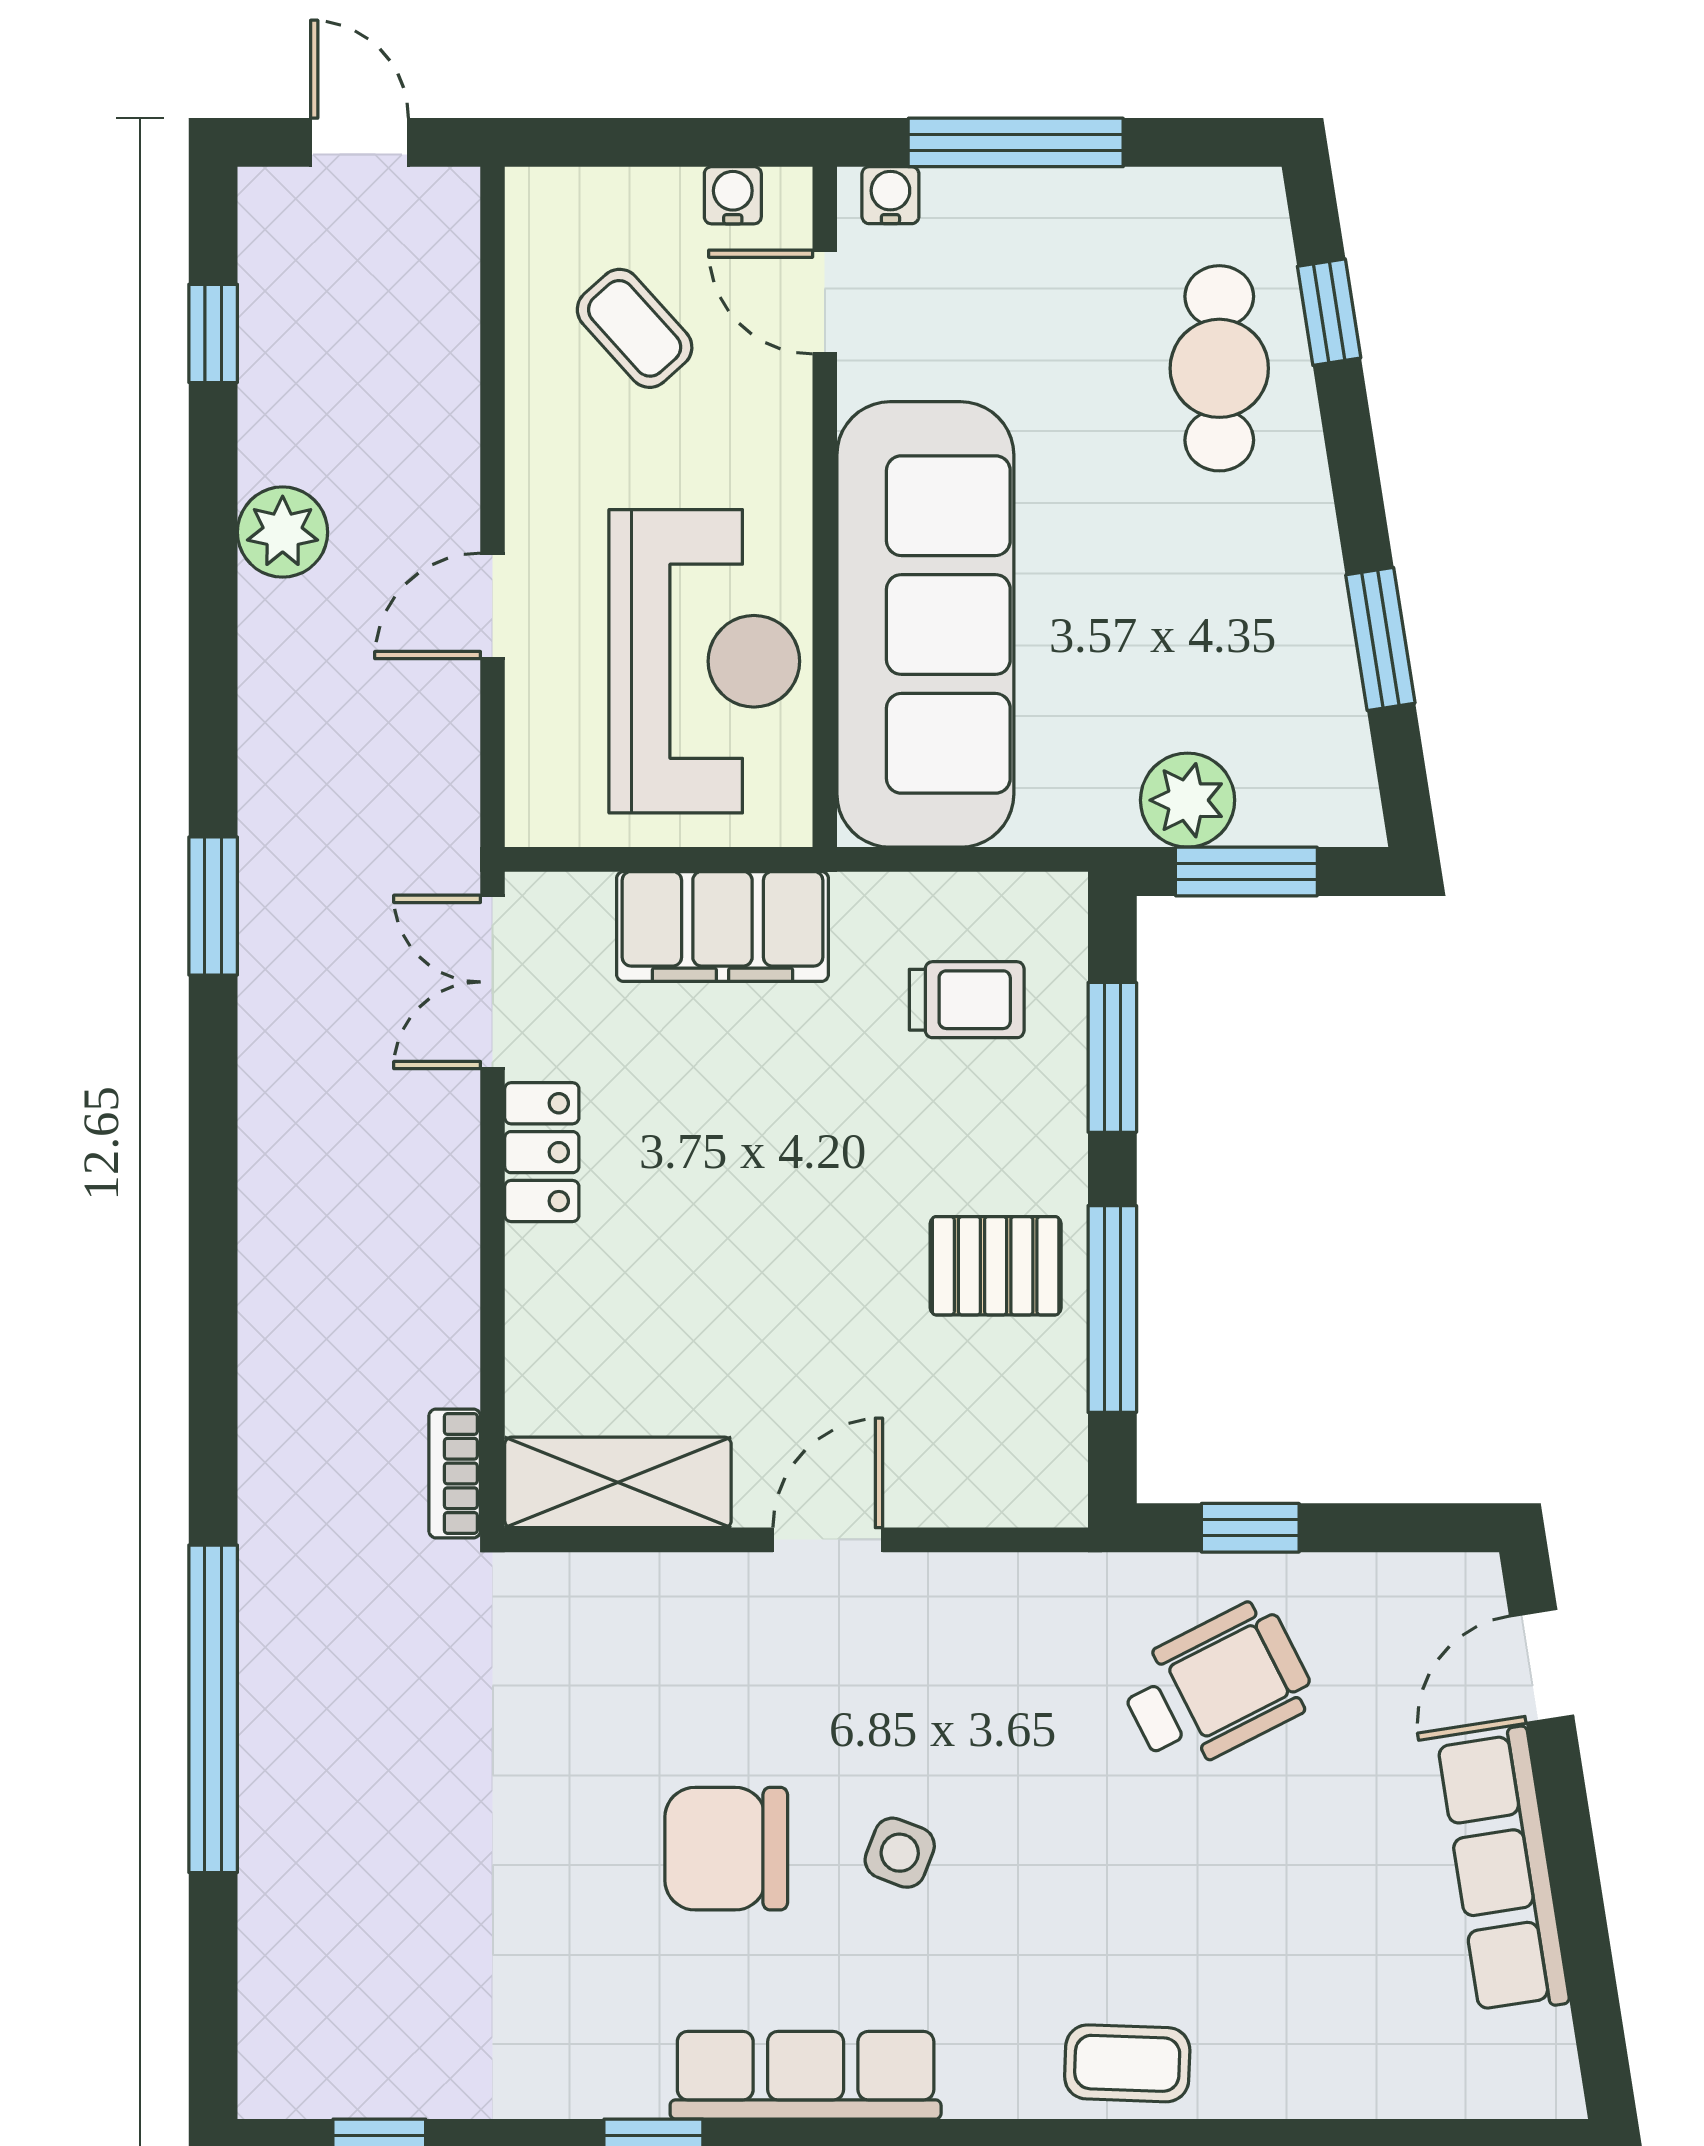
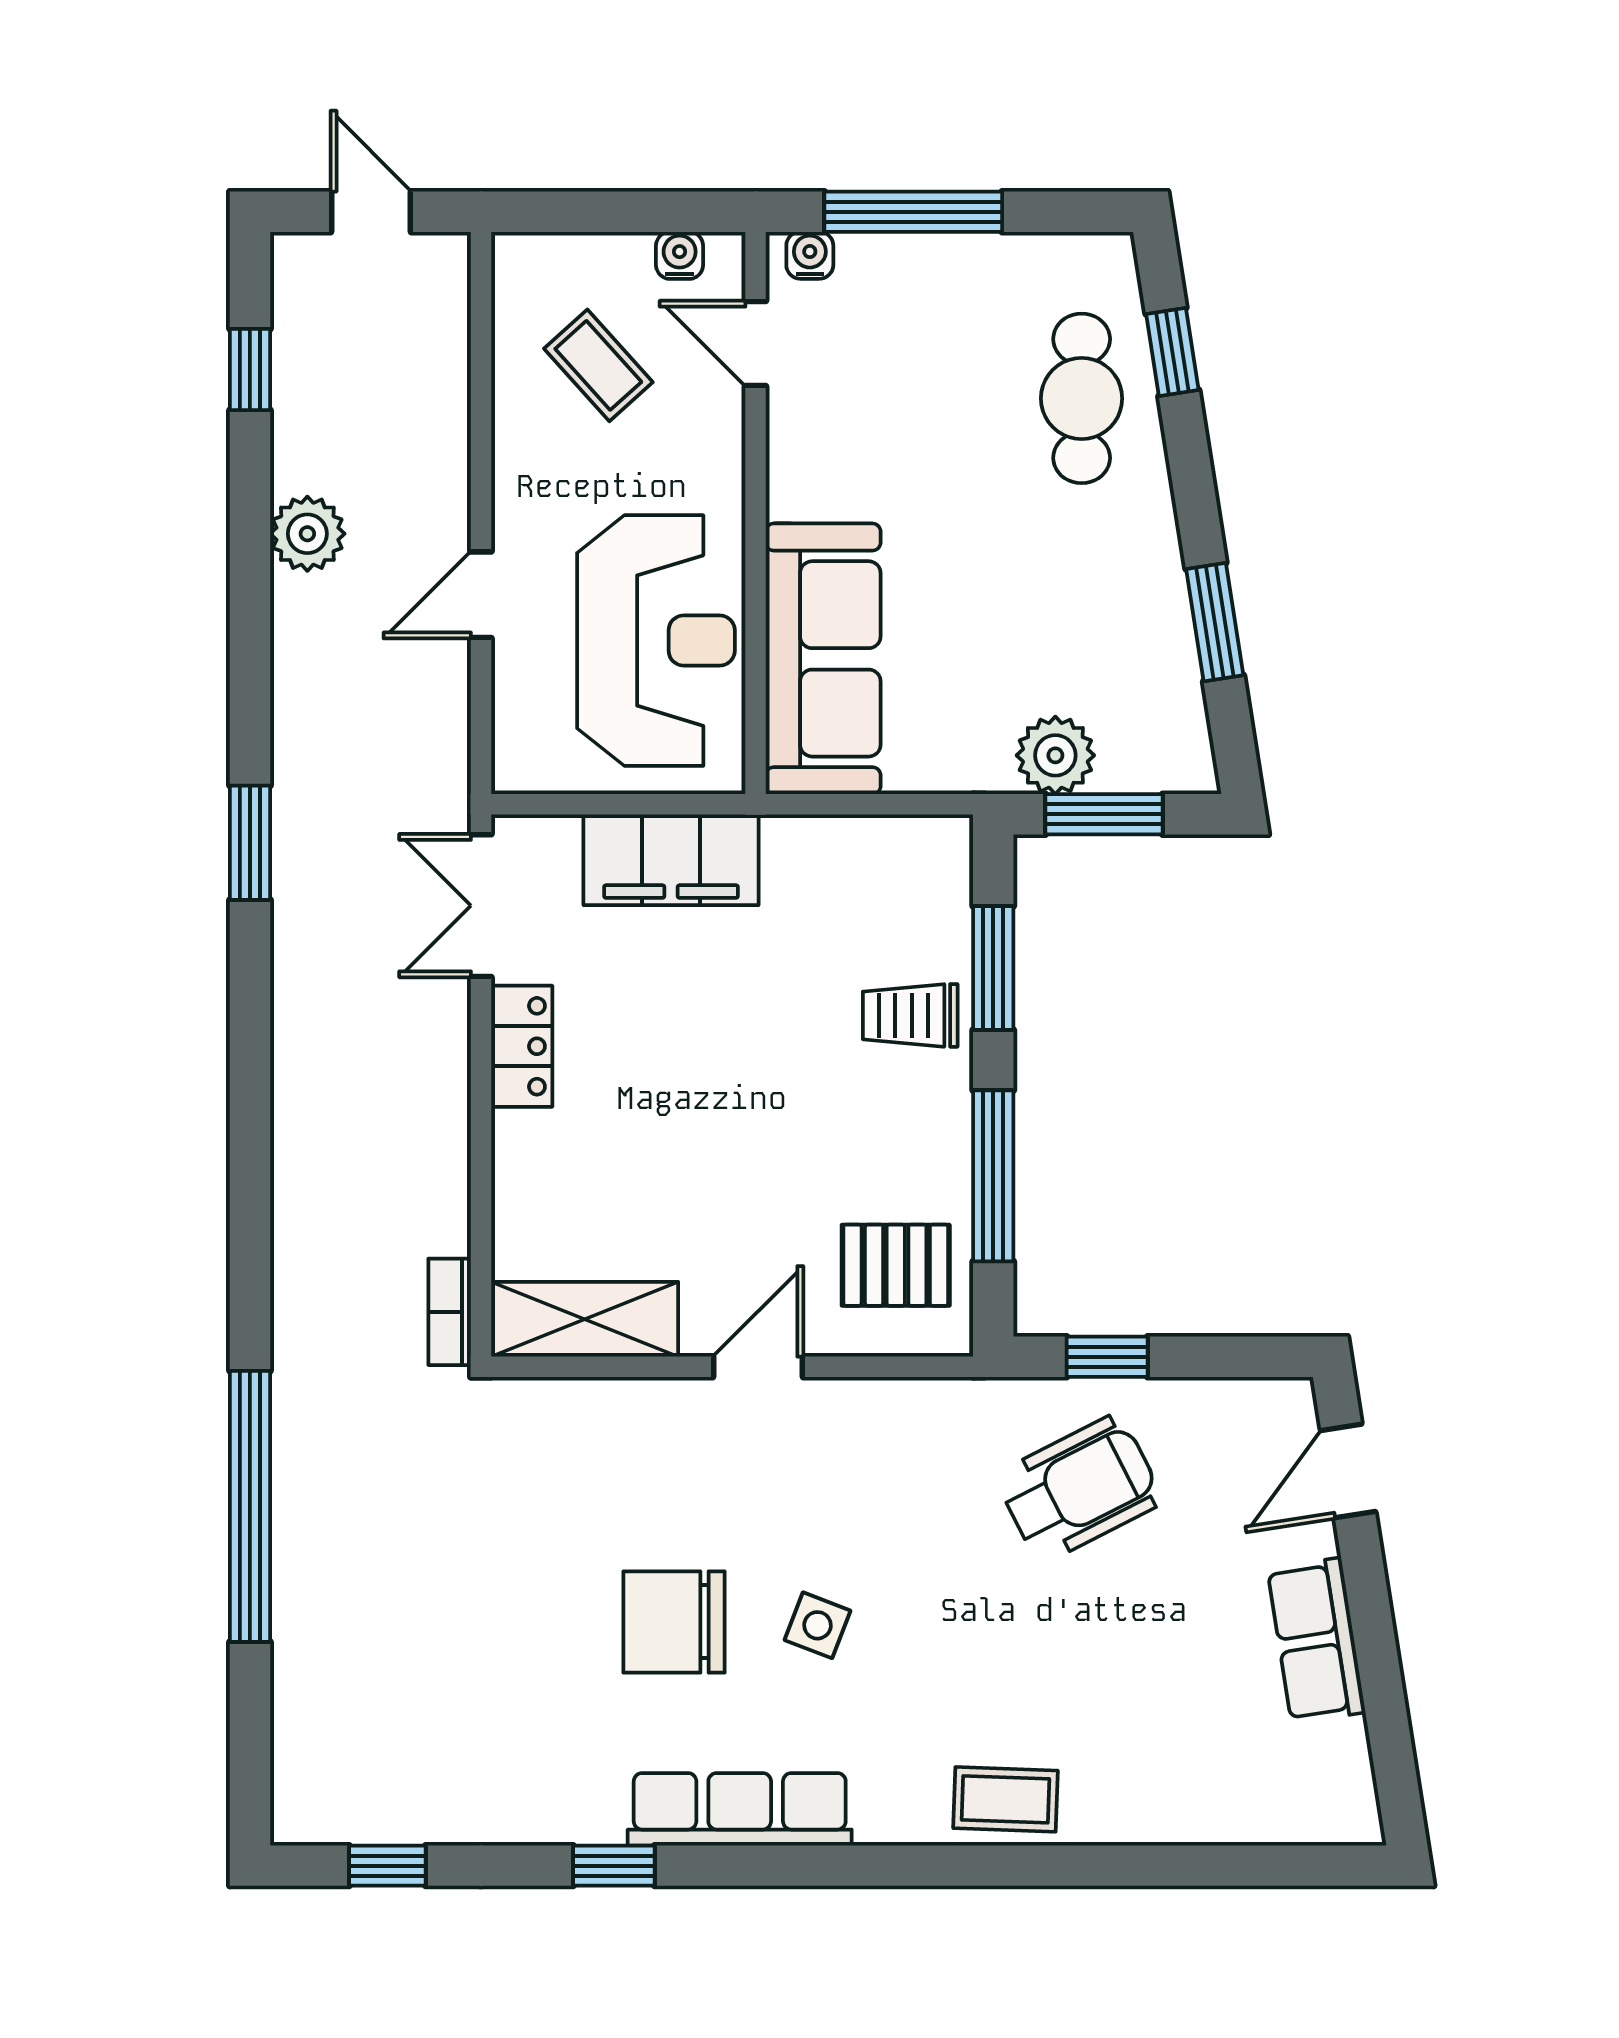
sofa: (925, 624) -> (823, 659), width x0.74, depth x0.79
trolley: (967, 1000) -> (910, 1015), moved, turned 180
pallet: (996, 1266) -> (896, 1265), moved
row of seats: (1503, 1871) -> (1316, 1641), width x0.68

